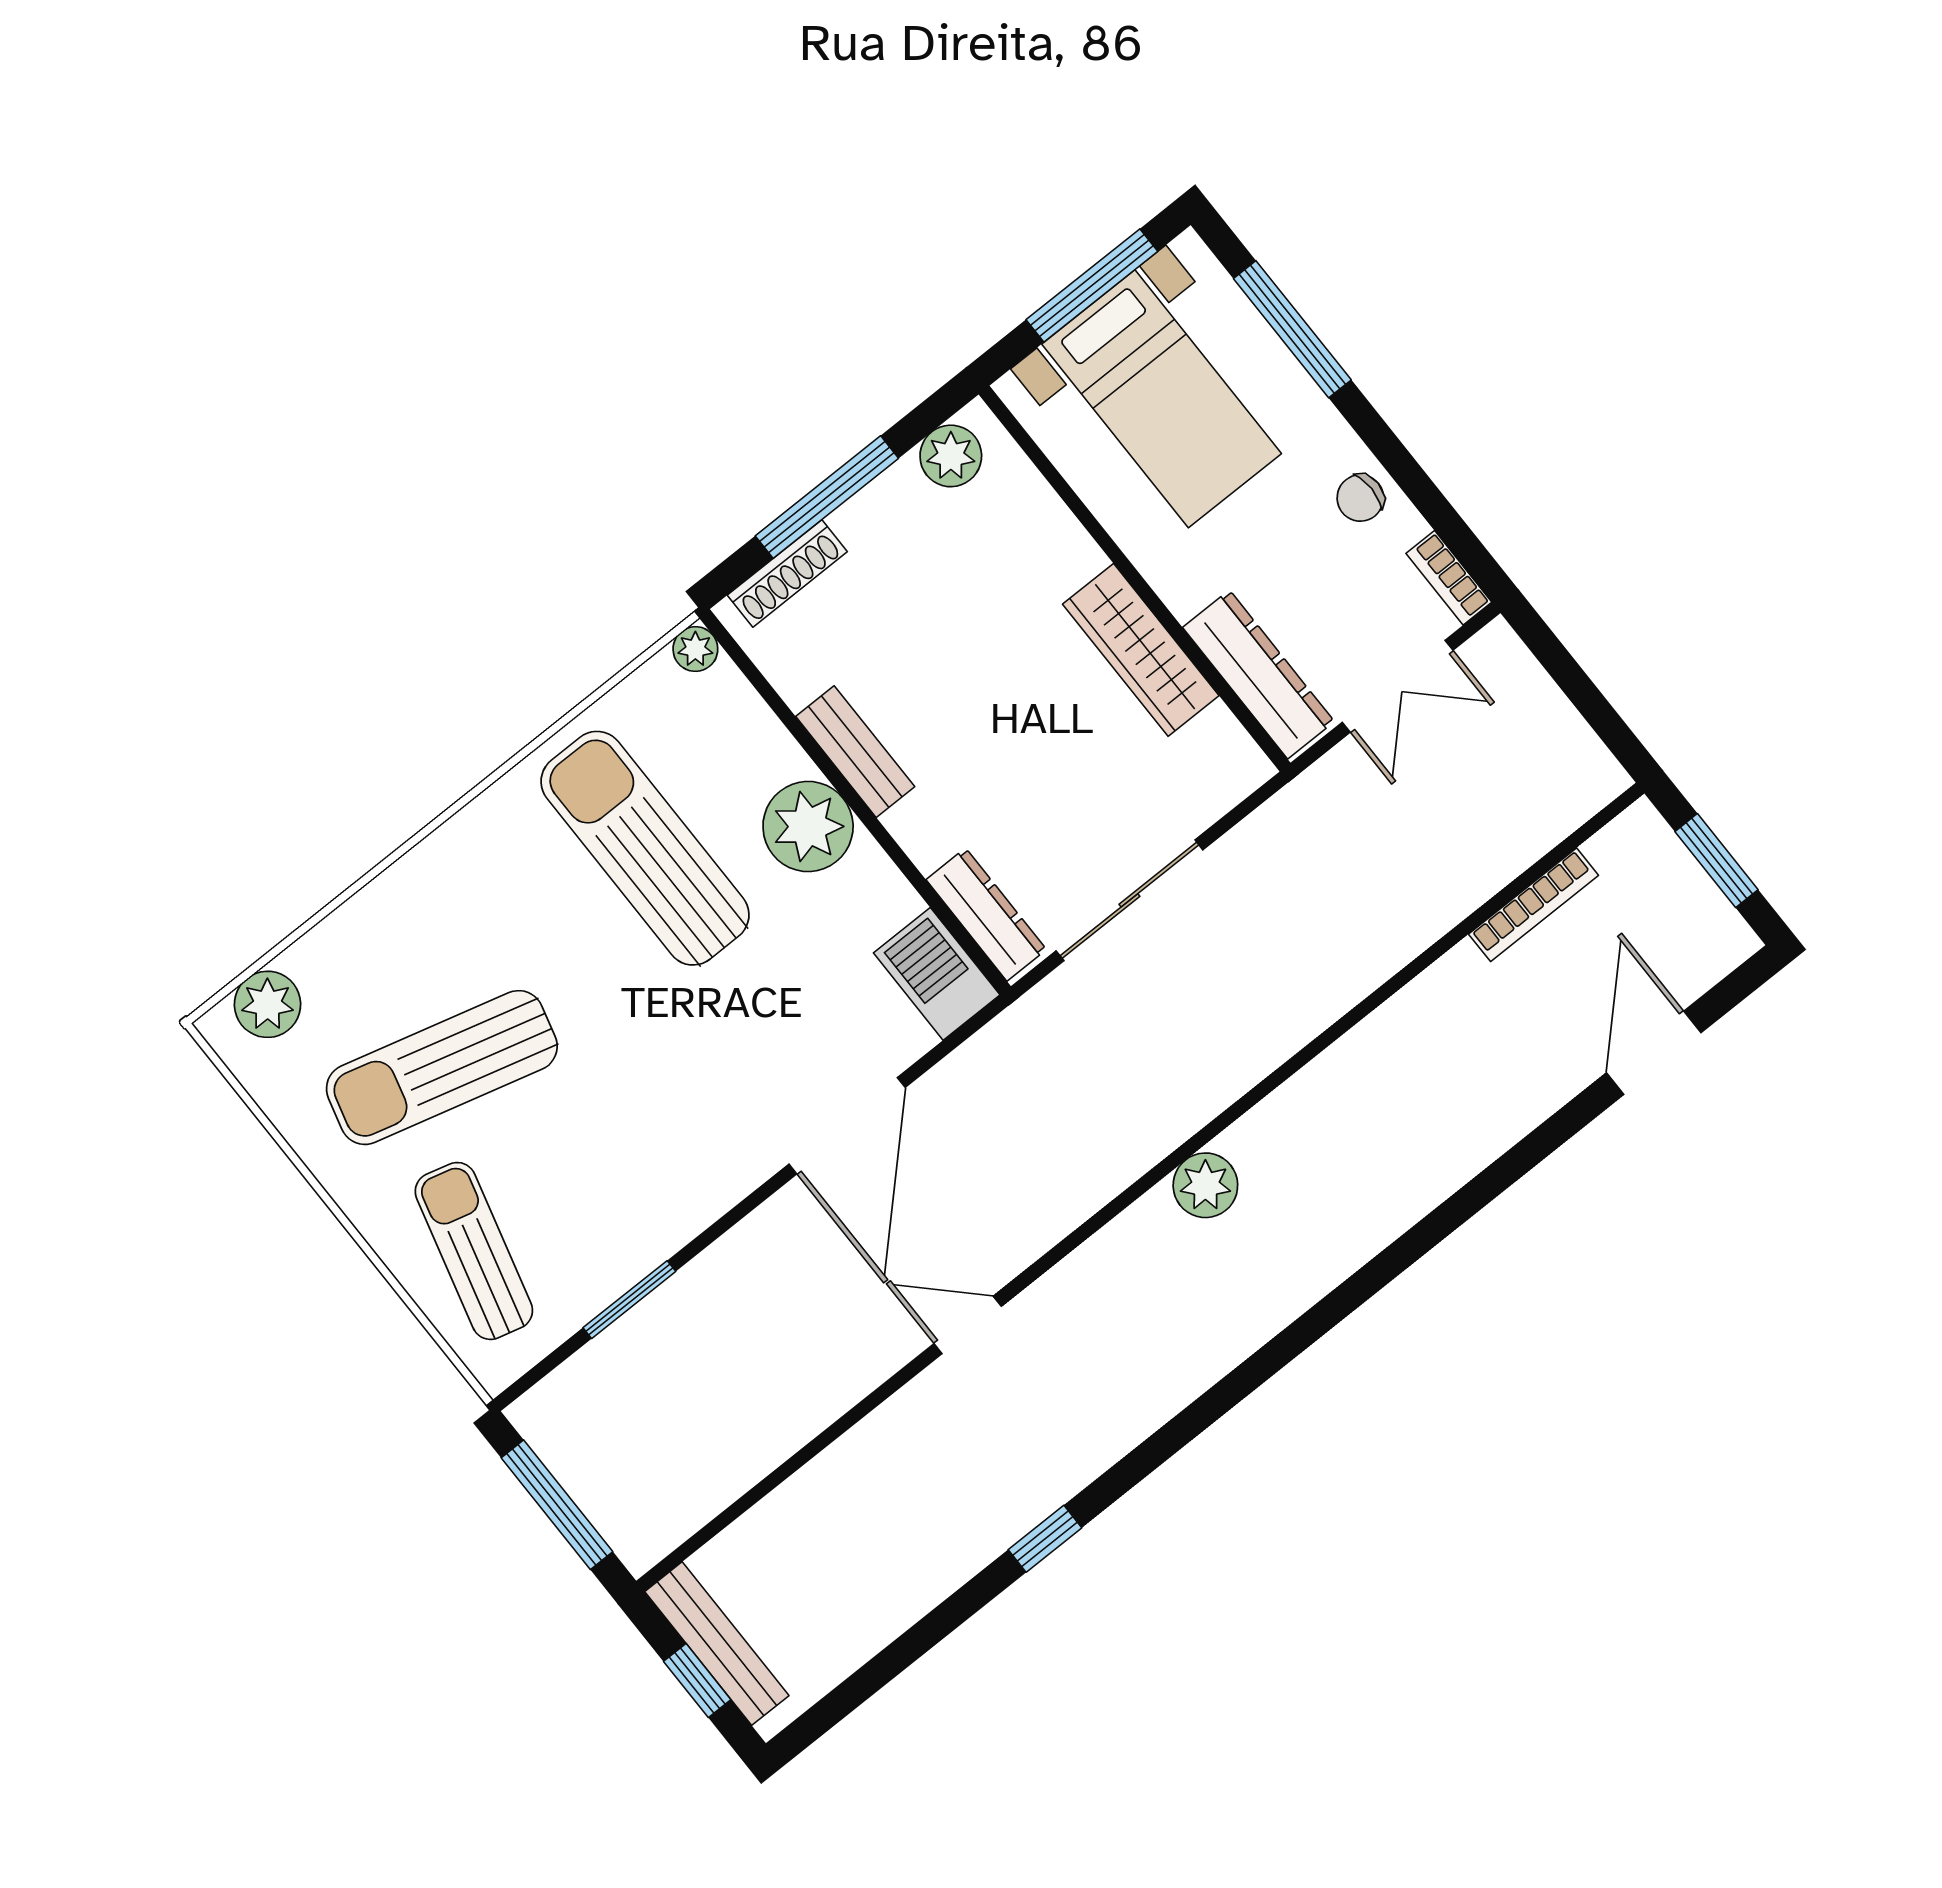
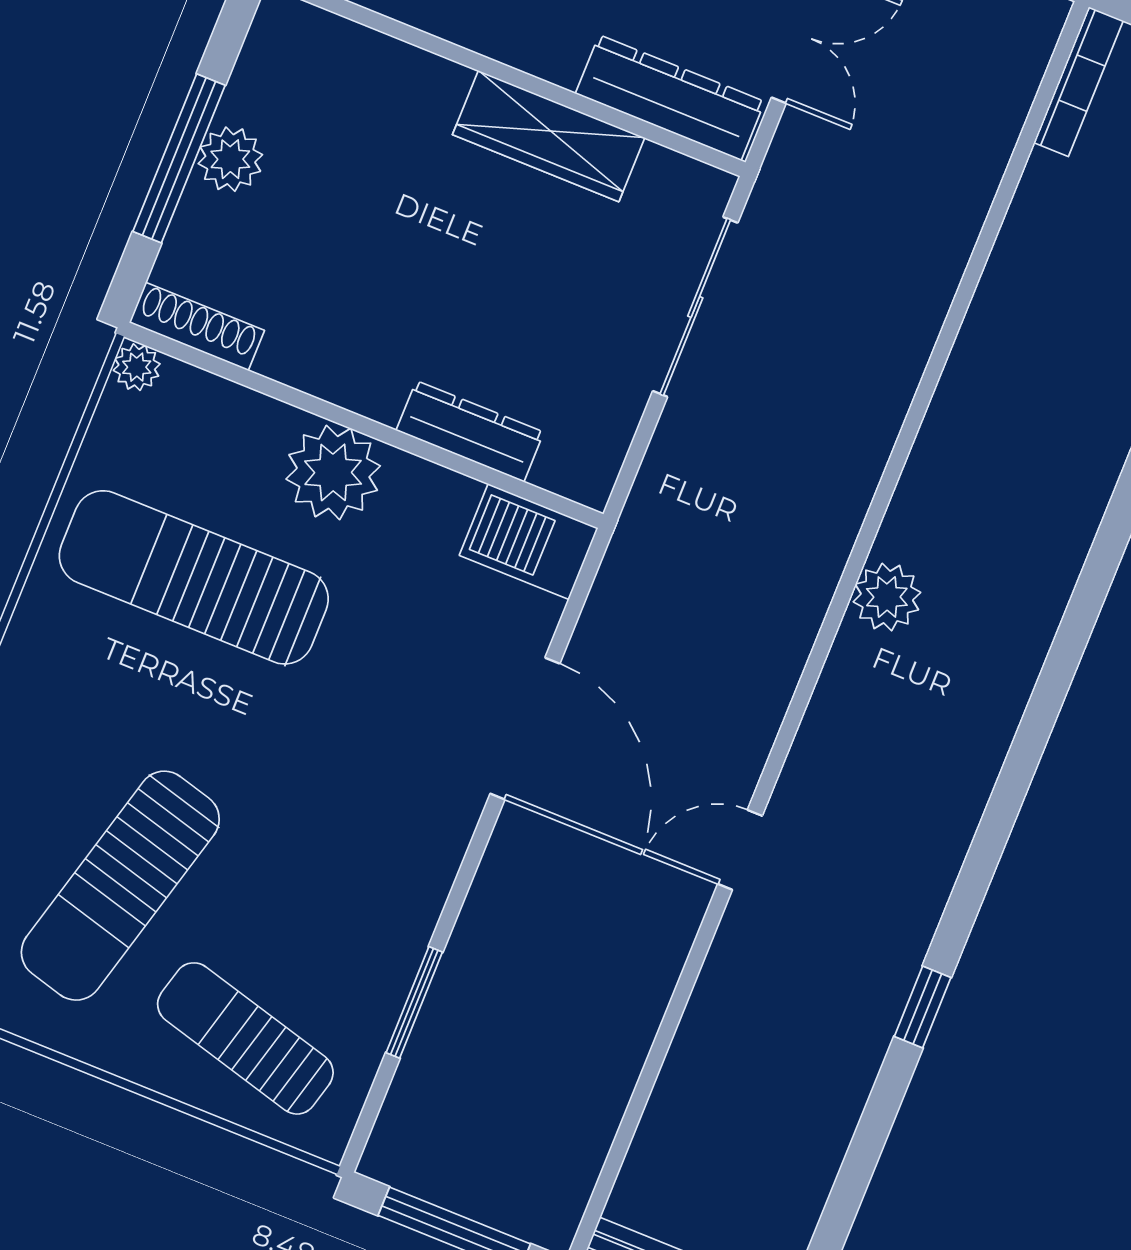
plant: (951, 456) -> (230, 159), moved
shoe rack: (787, 573) -> (197, 326), moved, turned -90
bench: (855, 752) -> (338, 379), removed
sliding door: (1129, 900) -> (695, 307), moved
bookcase: (1534, 905) -> (1078, 82), moved
dresser: (986, 915) -> (470, 431), moved

